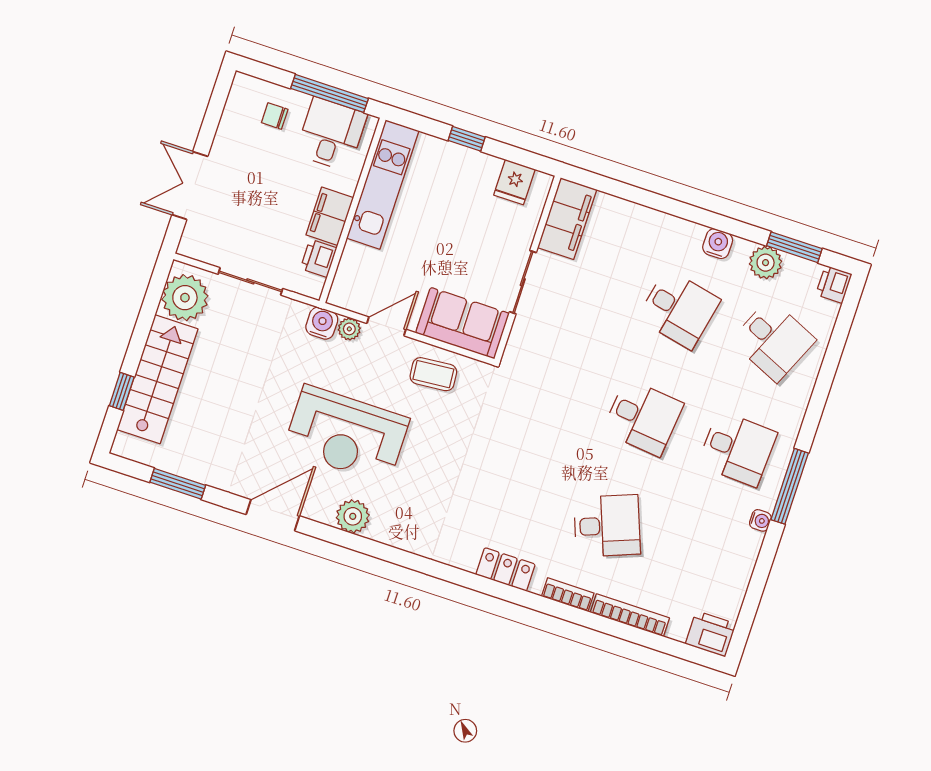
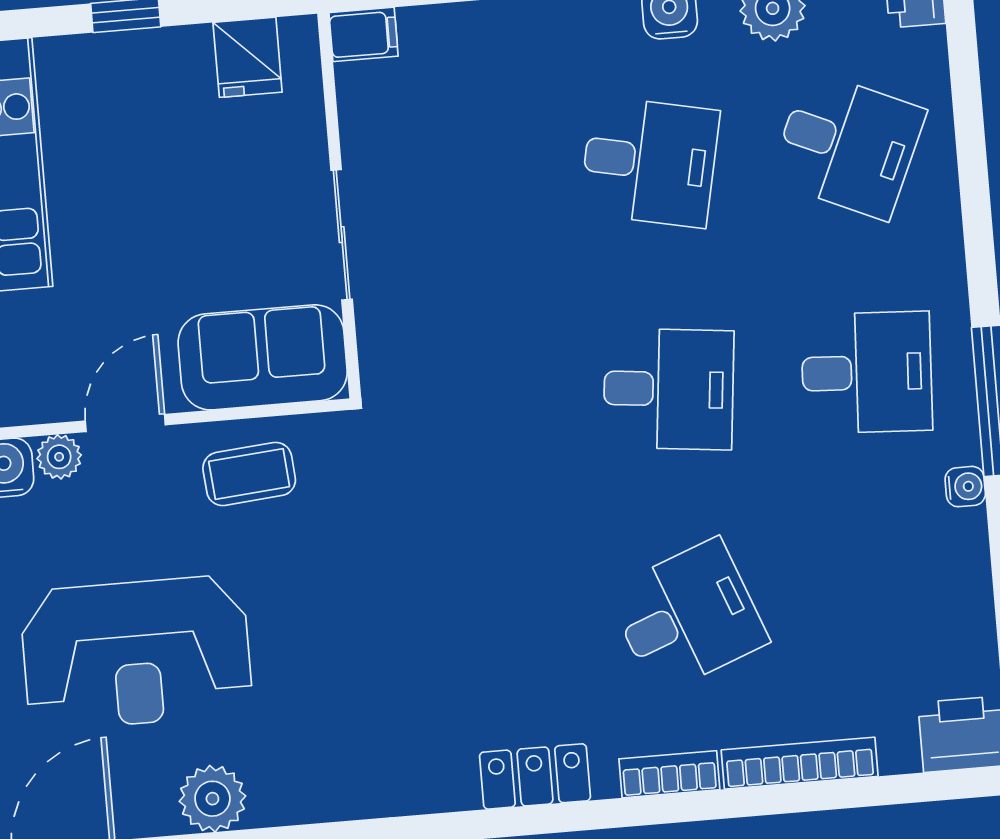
filing cabinet: (567, 219) -> (364, 34), width x0.33, depth x0.86

